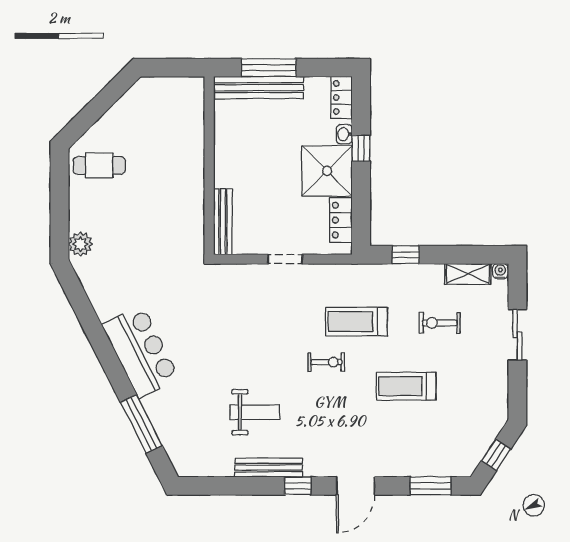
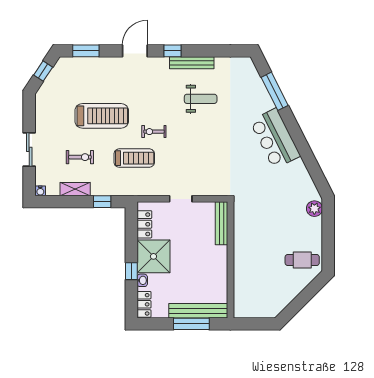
shelving: (468, 274) -> (75, 189), moved
treadmill: (406, 386) -> (102, 116), width x1.37, depth x1.37
weight bench: (255, 412) -> (201, 99), turned 180

